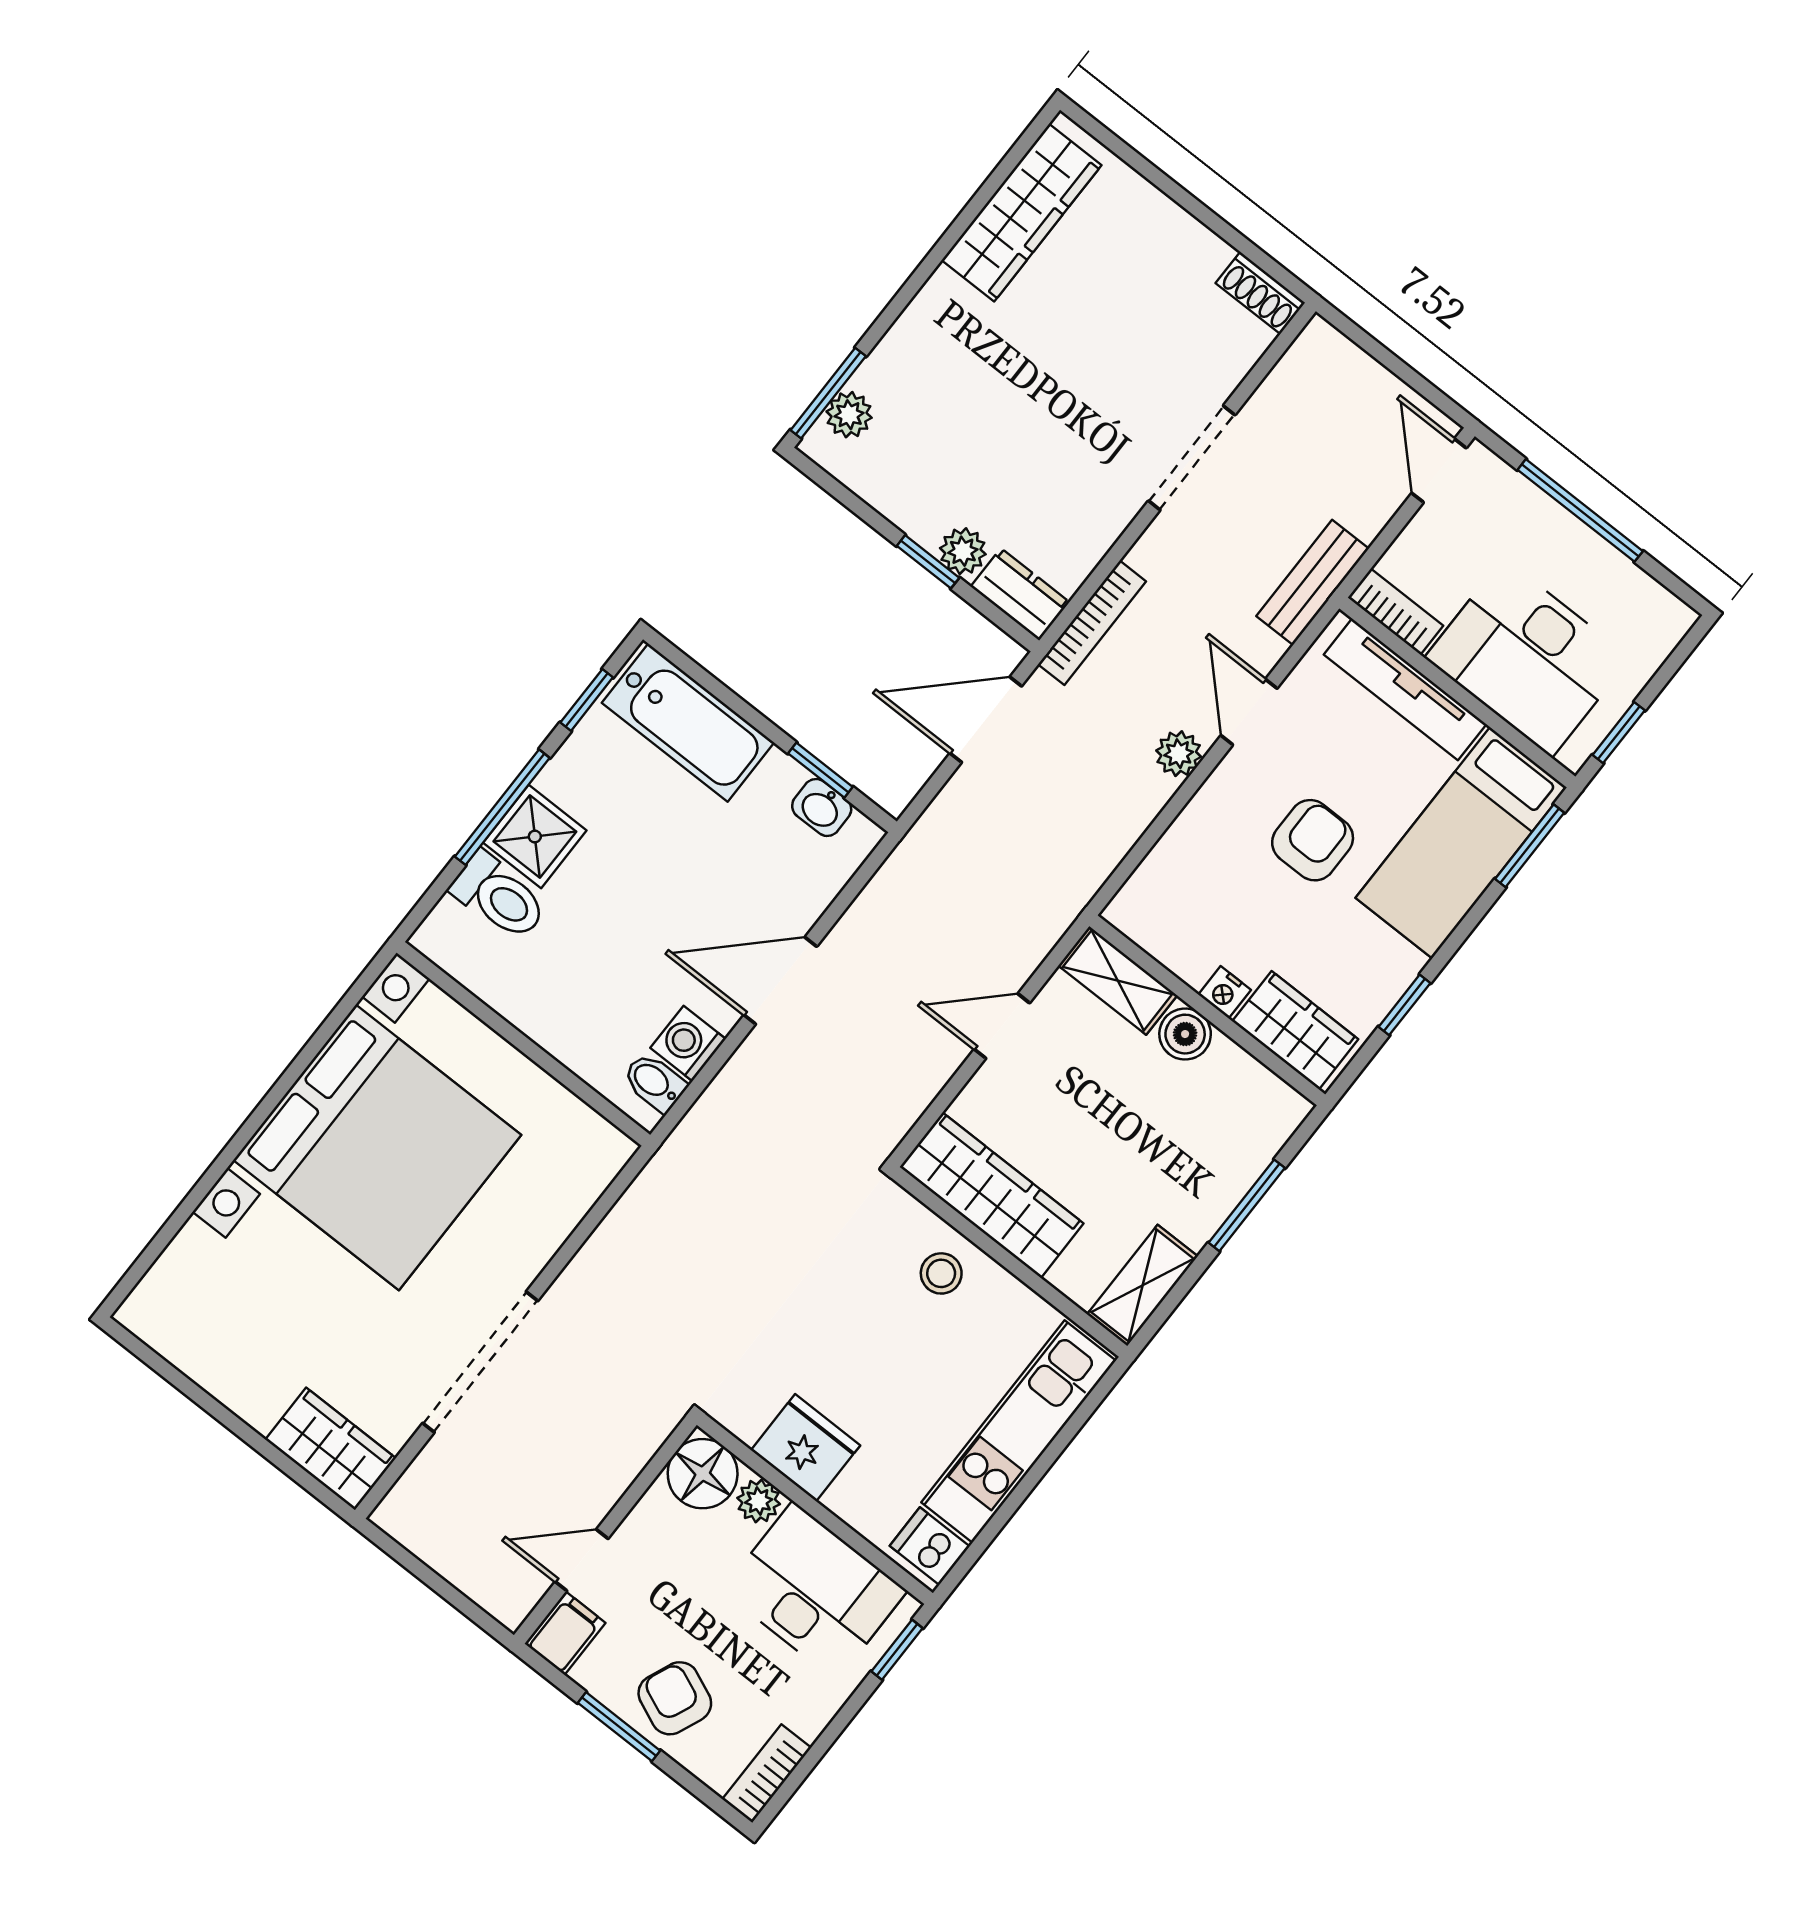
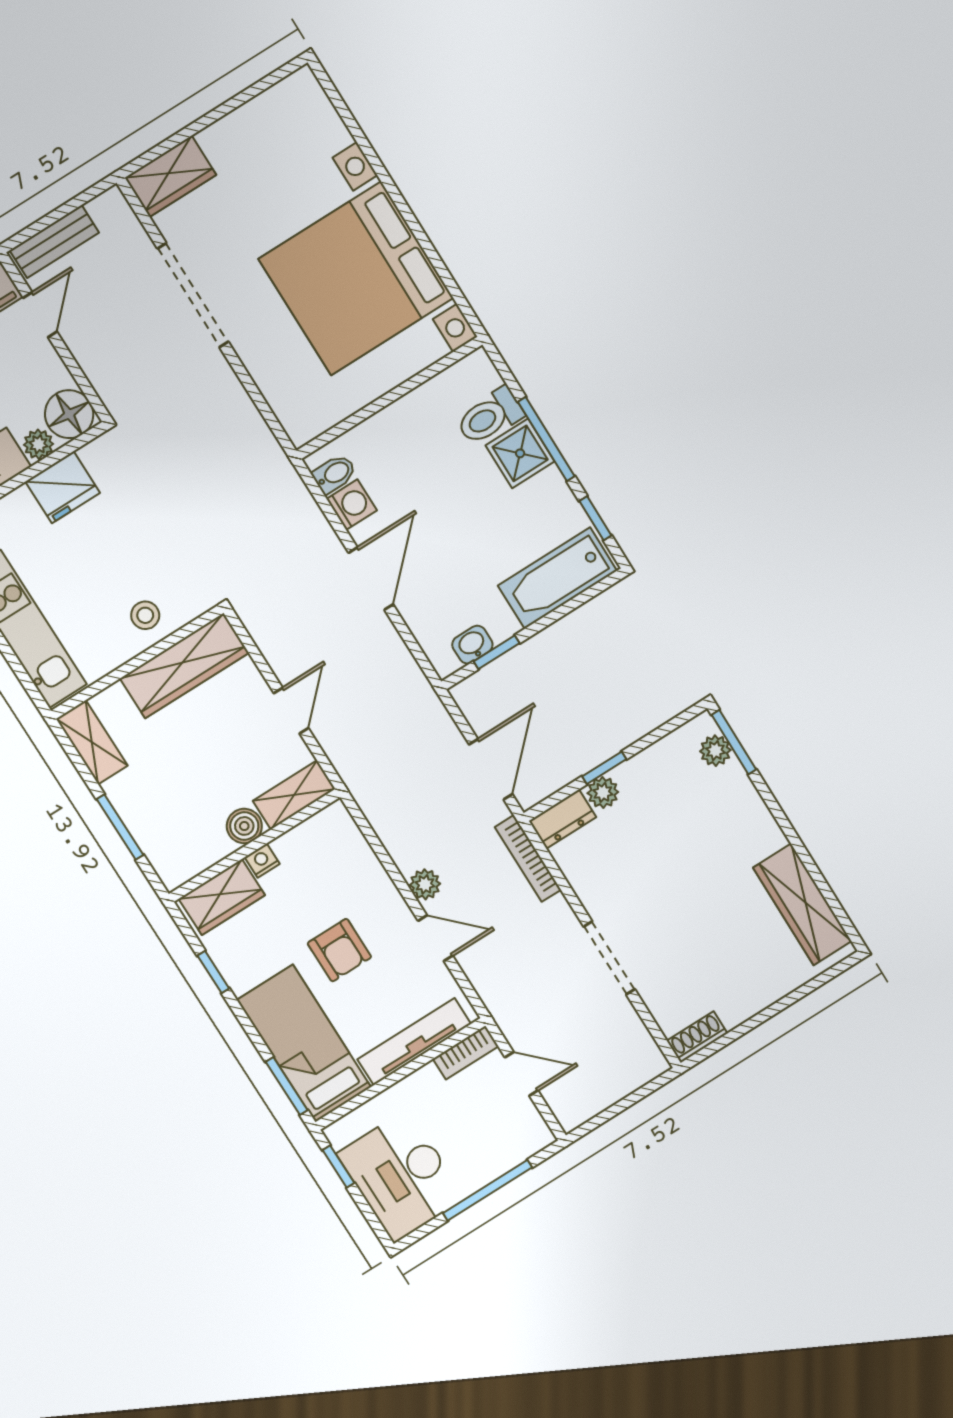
door: (1439, 471) -> (521, 1074), moved
bench: (1313, 582) -> (54, 241), moved, turned 90
desk: (1527, 658) -> (401, 1176), moved, turned -90

